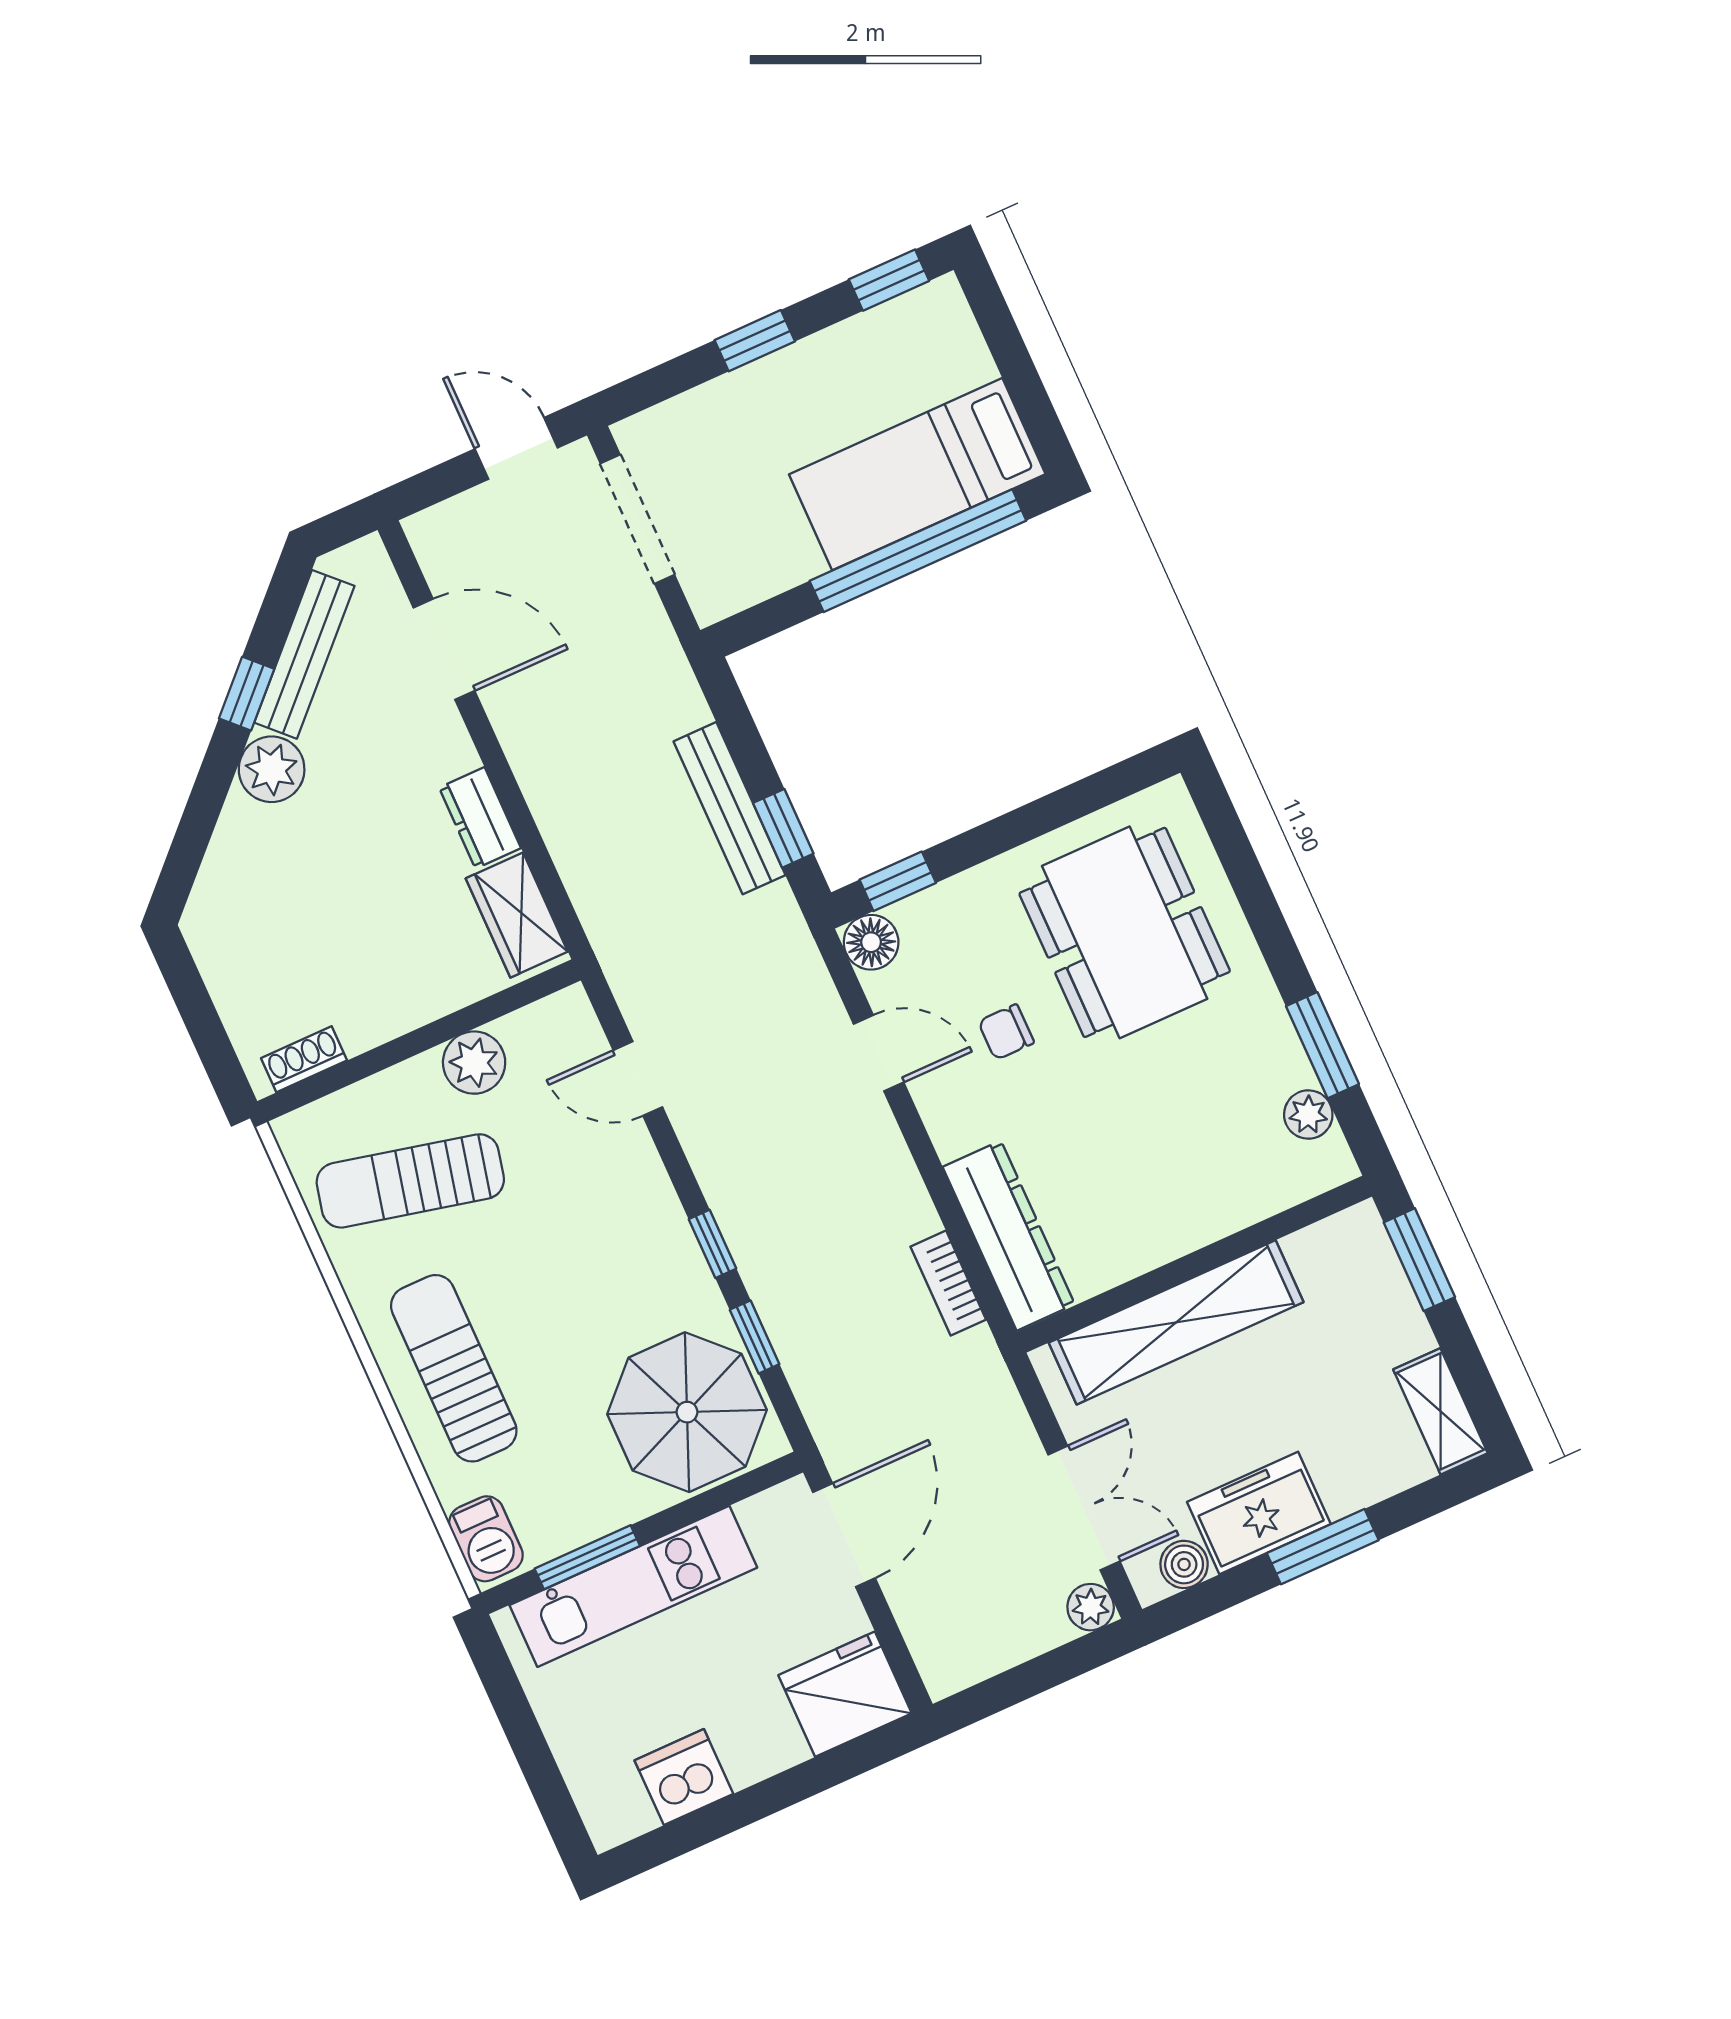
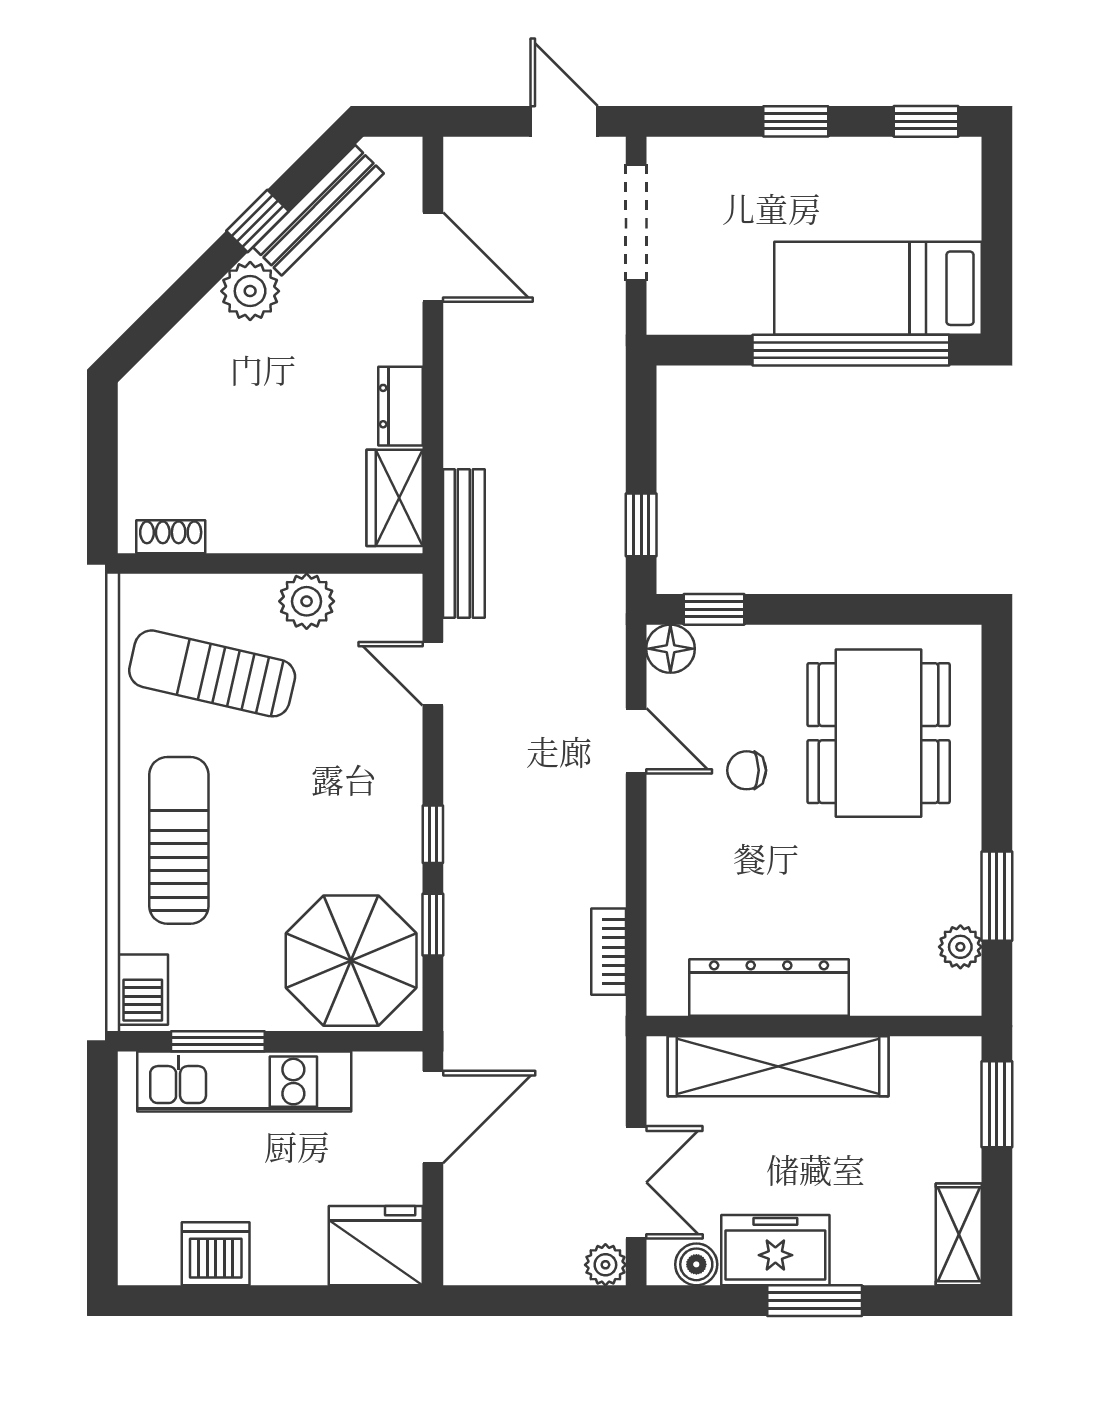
bench: (730, 808) -> (464, 544), moved
dresser: (1009, 1236) -> (769, 988), moved, turned -90

